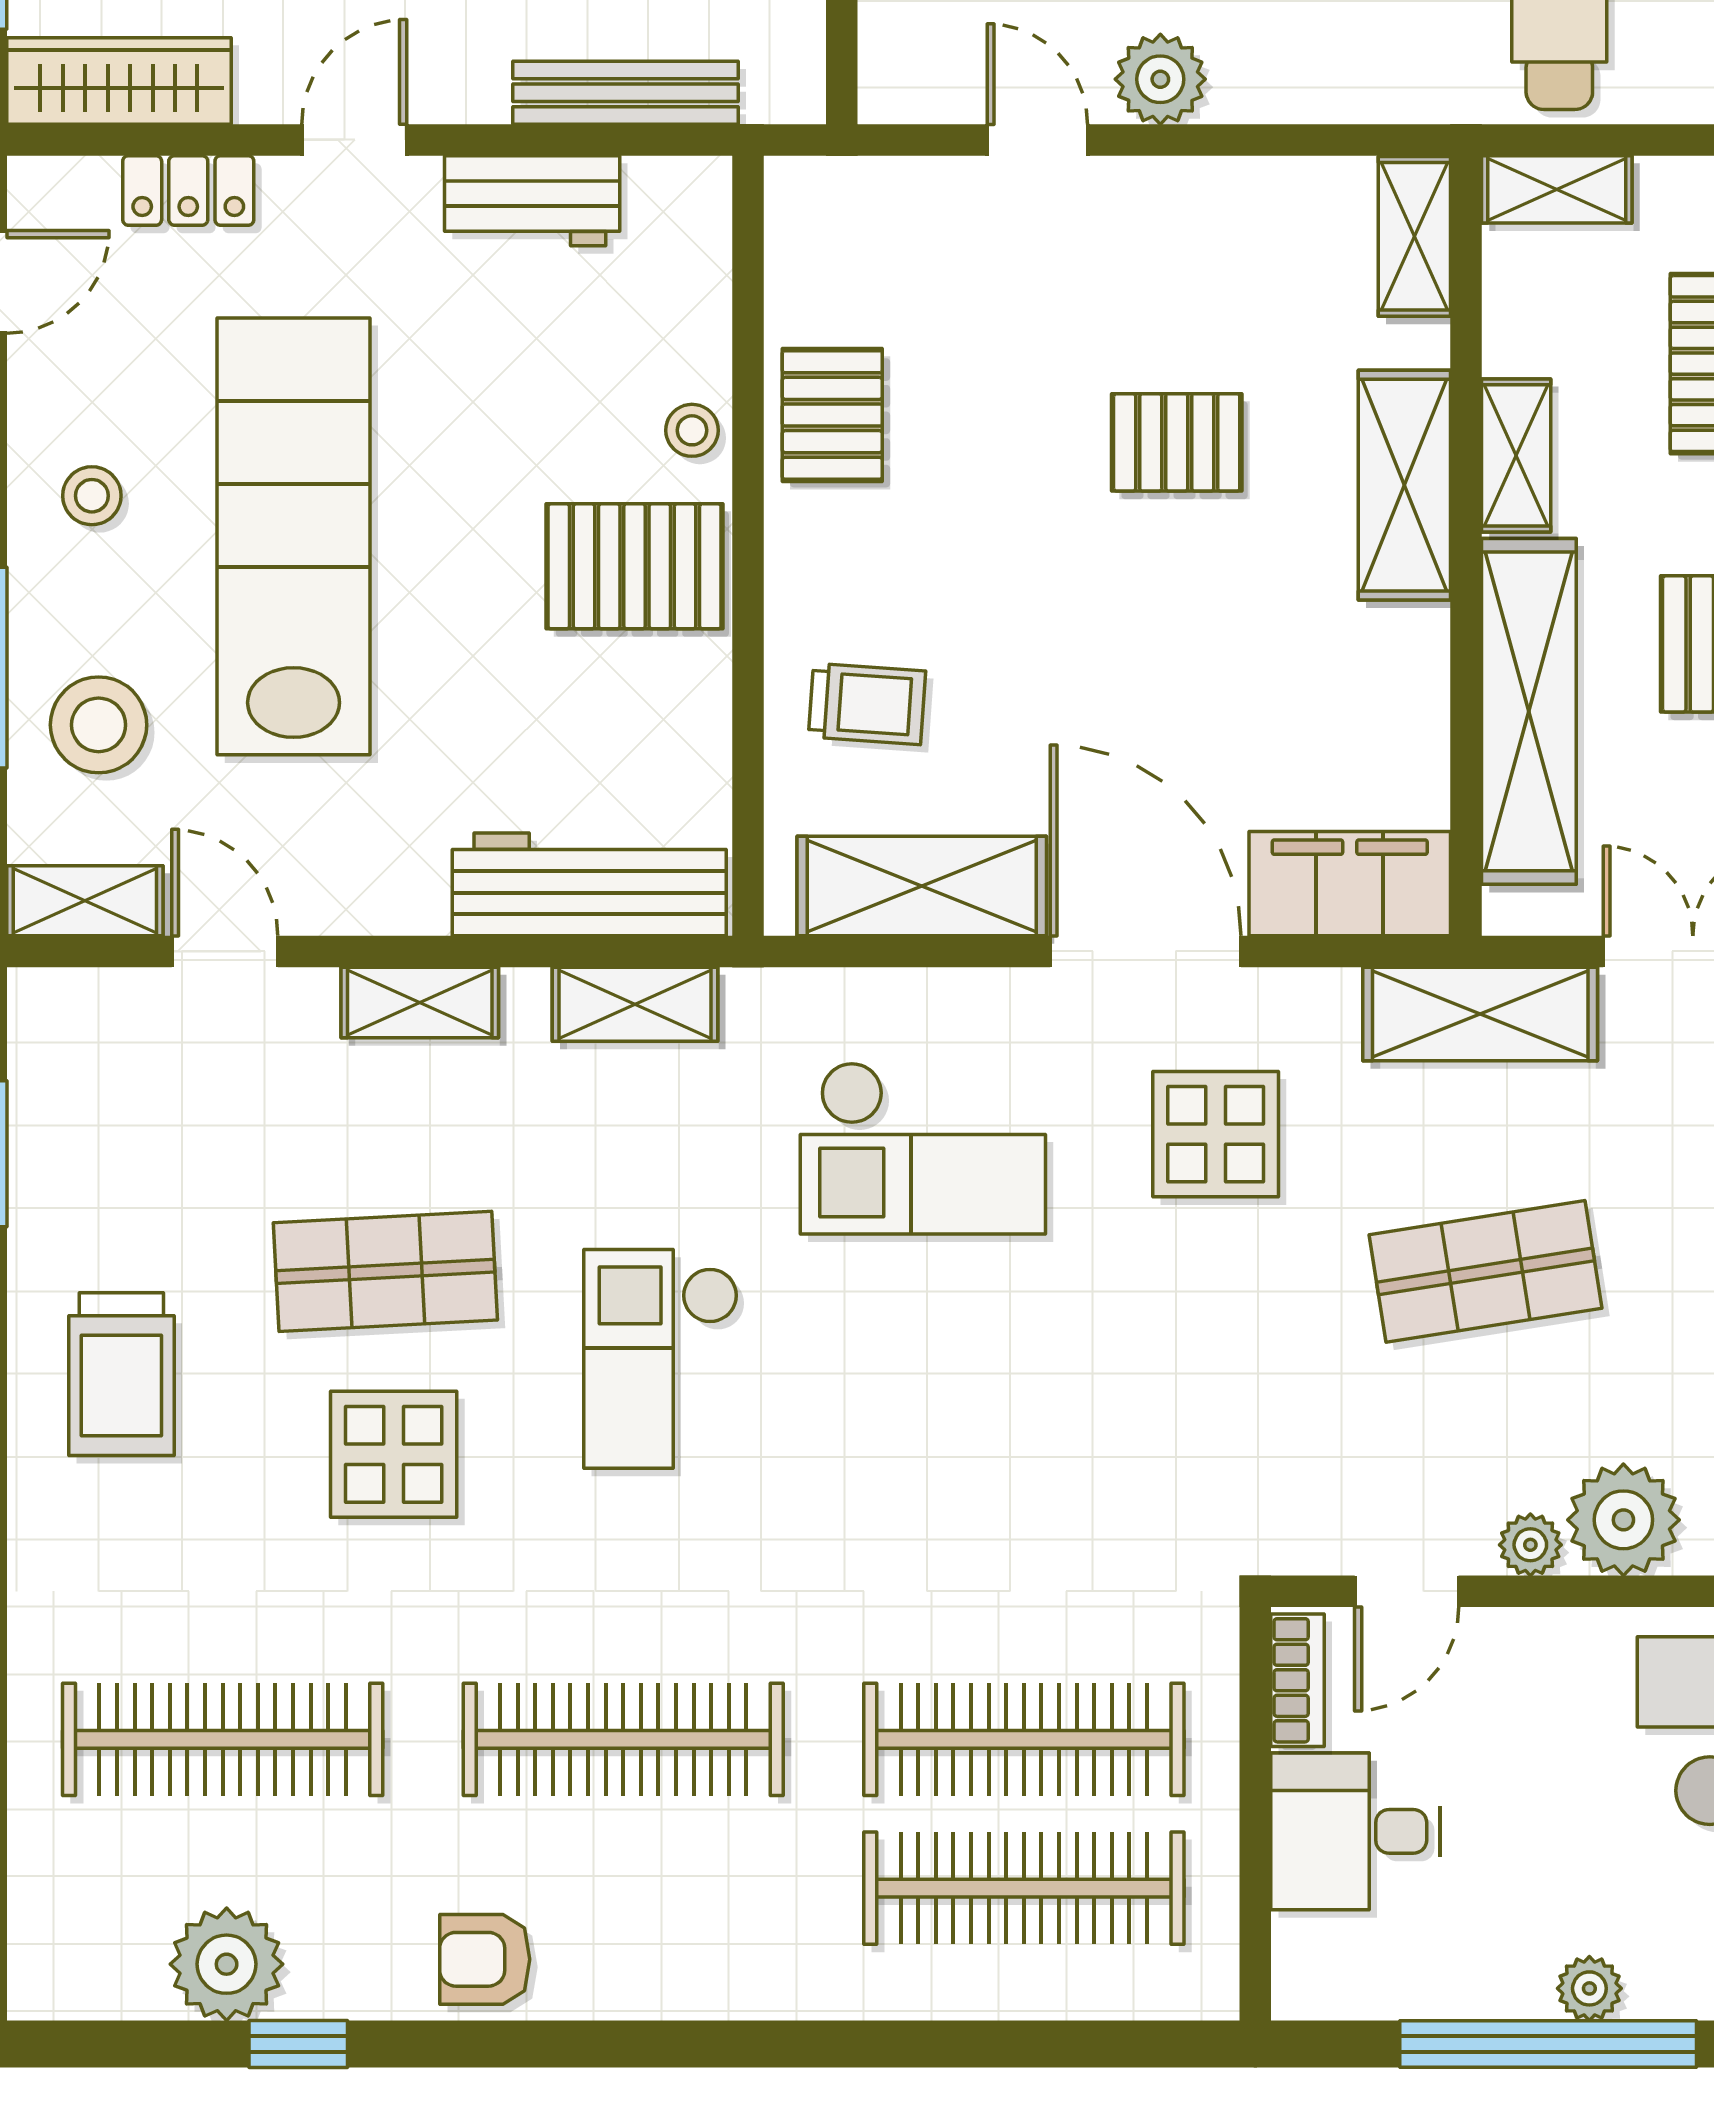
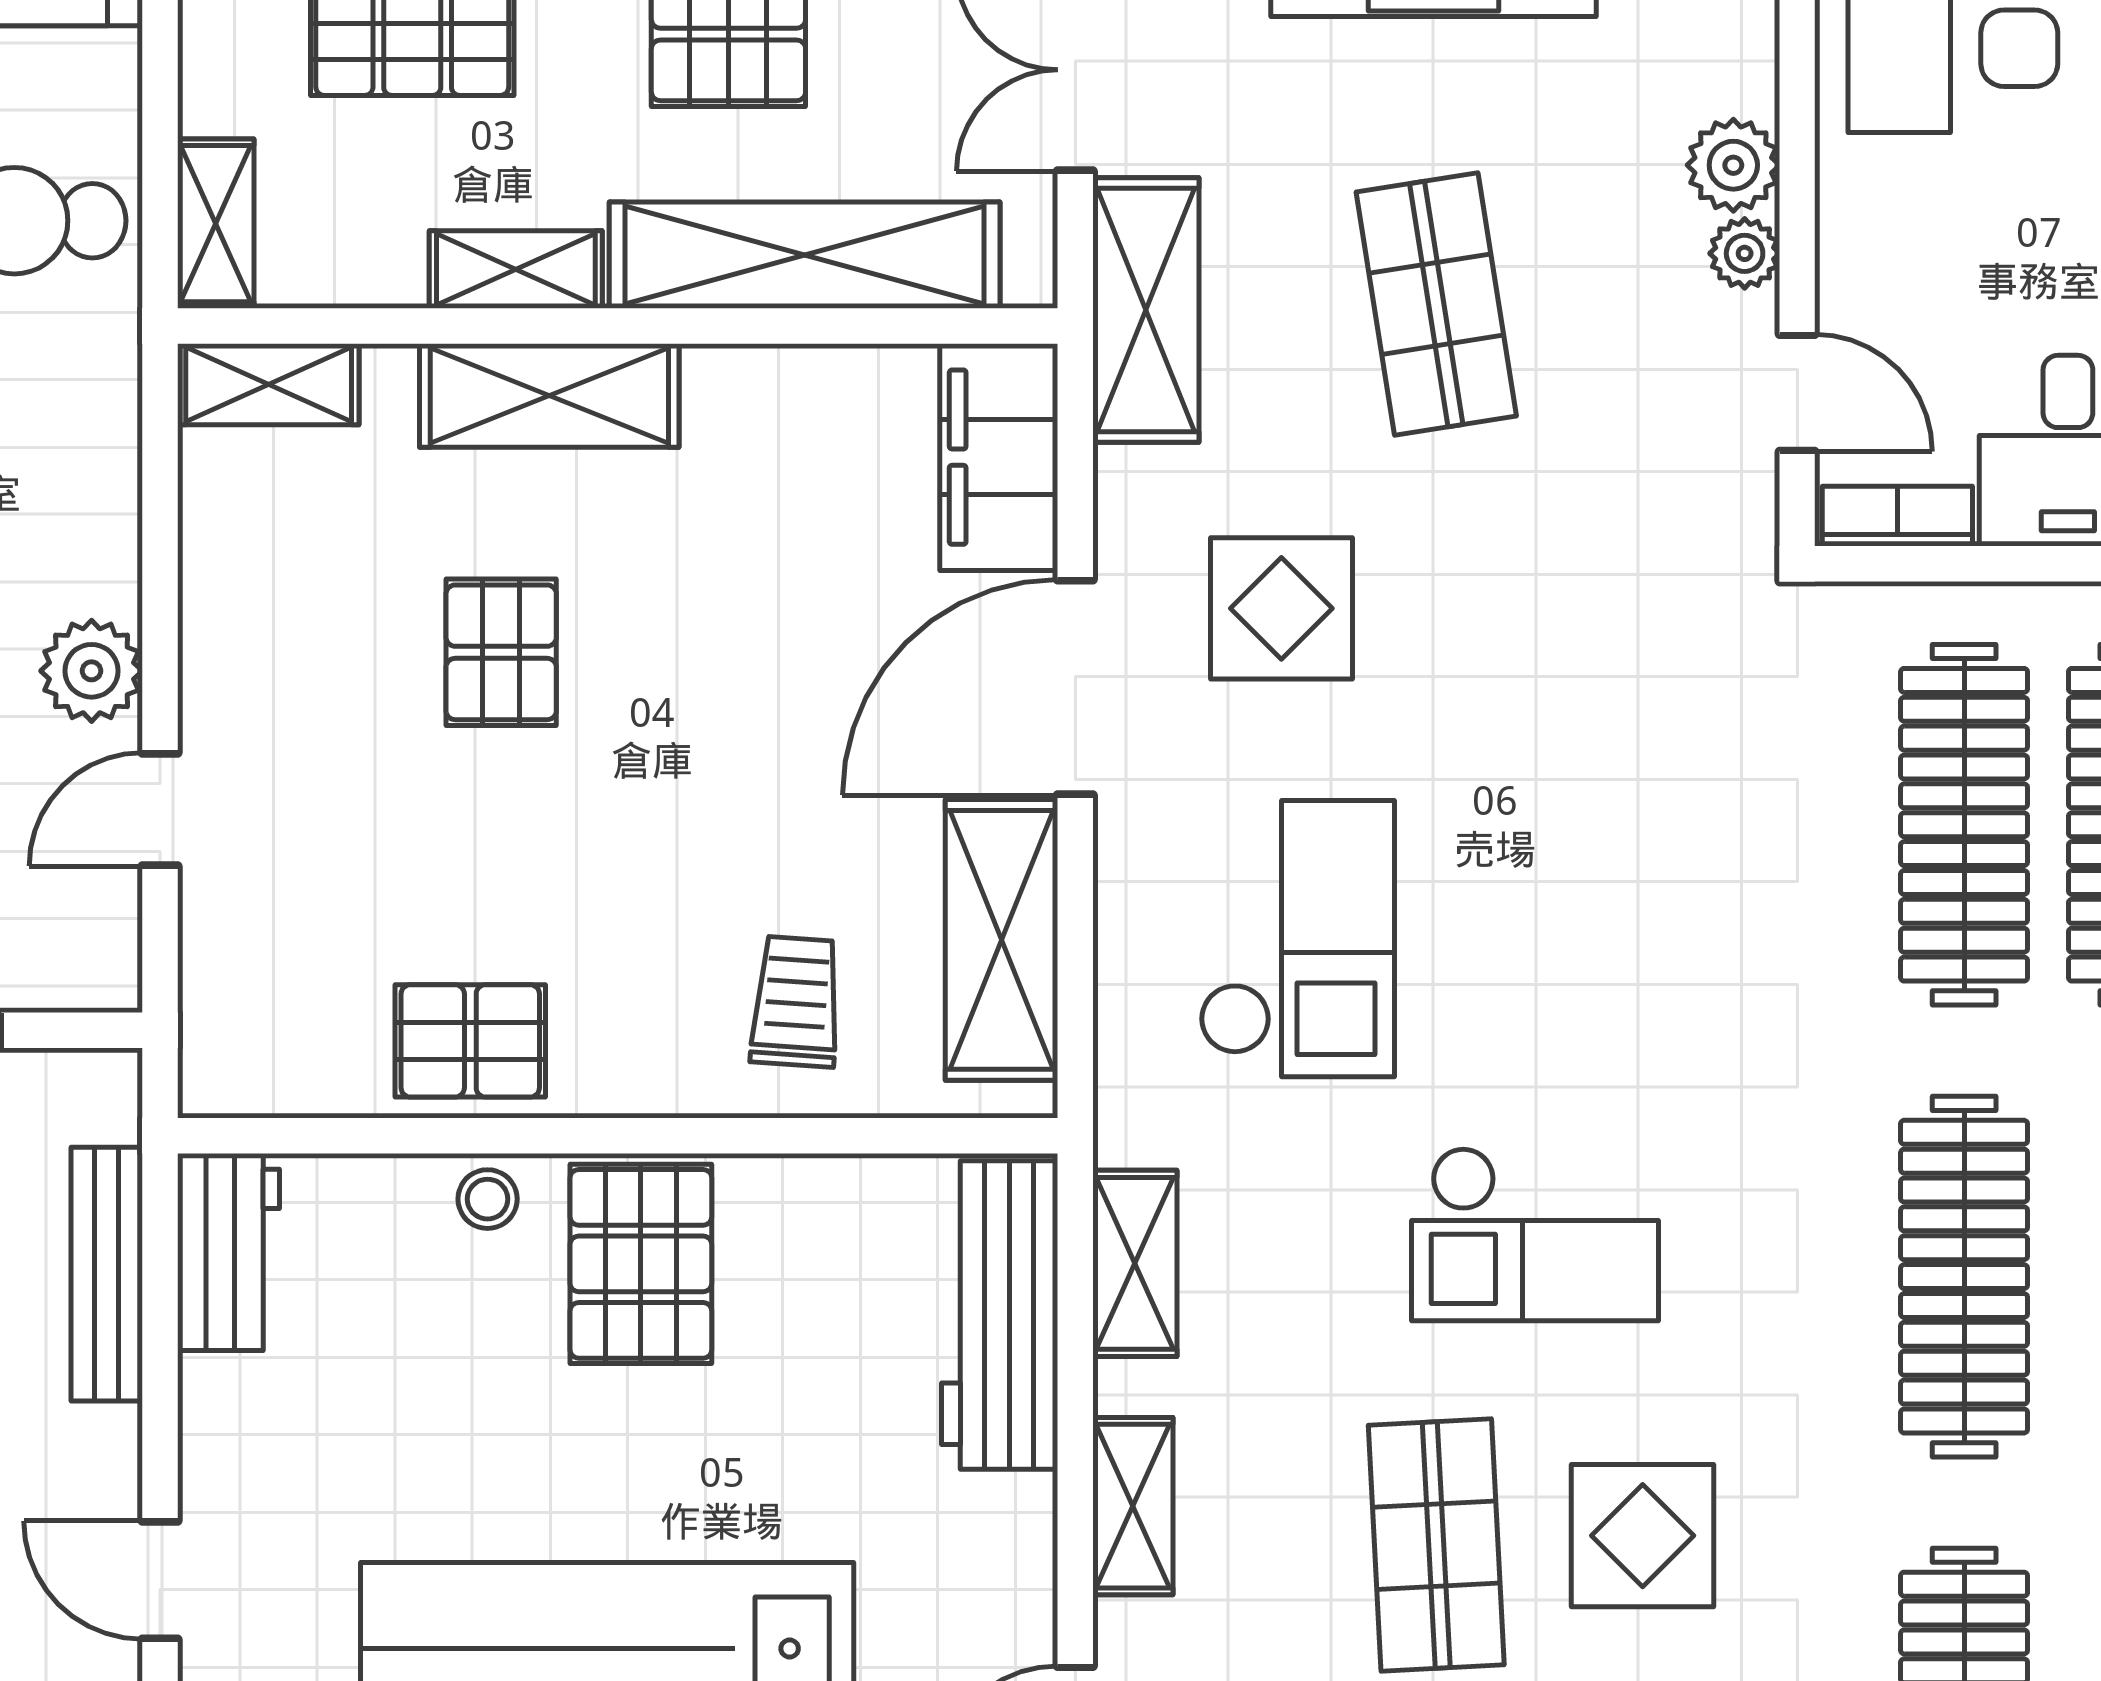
workbench: (532, 201) -> (228, 1252), moved
plant: (1623, 1520) -> (1733, 165), width x0.73, depth x0.73

